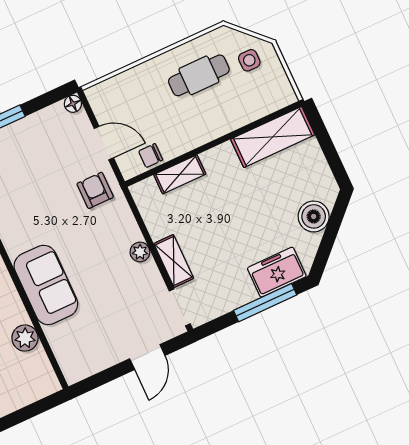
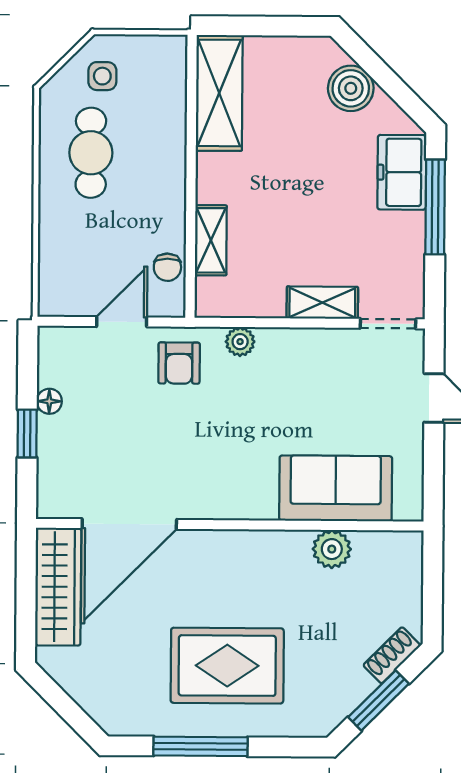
floor lamp: (73, 104) -> (49, 401), moved
armchair: (95, 190) -> (179, 363), turned -90
plant: (140, 252) -> (240, 342), moved
sofa: (46, 285) -> (336, 488), moved

